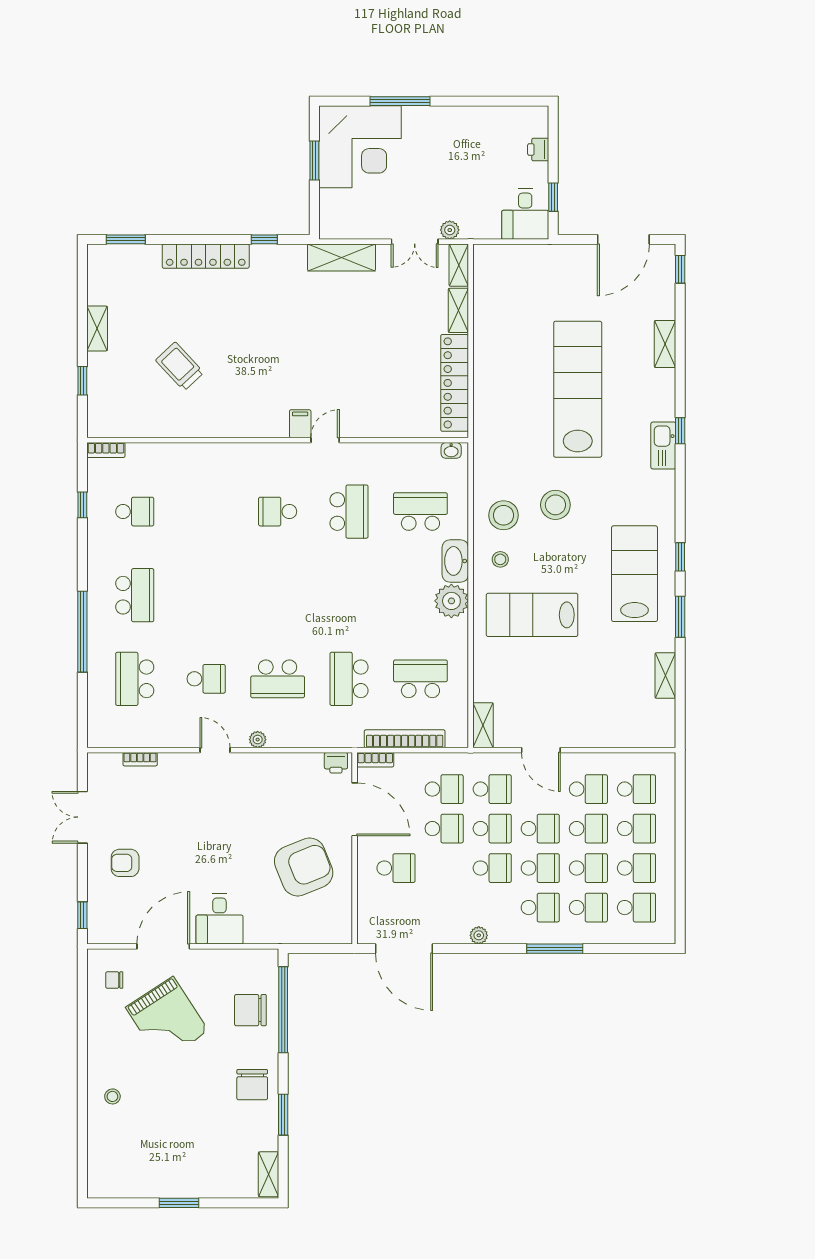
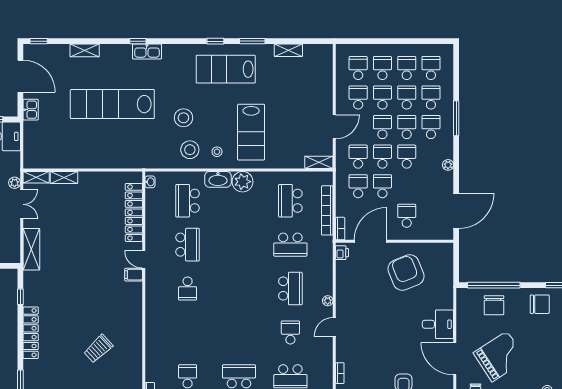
kitchen sink: (569, 256) -> (31, 110), added
locker: (455, 383) -> (134, 212), moved, turned 90
school desk: (349, 512) -> (188, 245), turned 90

